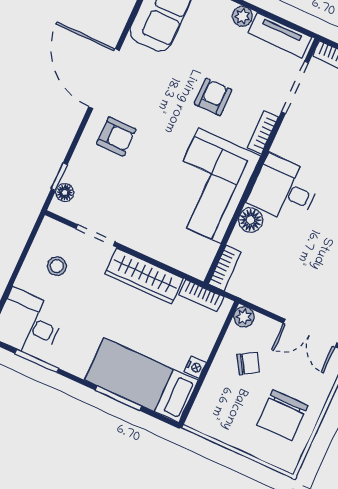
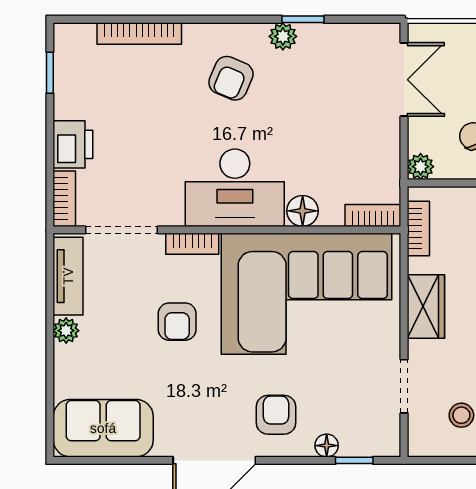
armchair: (213, 97) -> (177, 322), turned -90
corner sofa: (210, 186) -> (306, 294), width x1.36, depth x1.36
desk: (284, 189) -> (235, 188), width x1.37
floor lamp: (65, 192) -> (327, 446), moved
wardrobe: (144, 276) -> (426, 306), width x0.67

